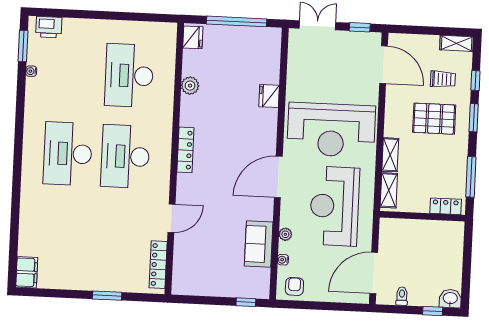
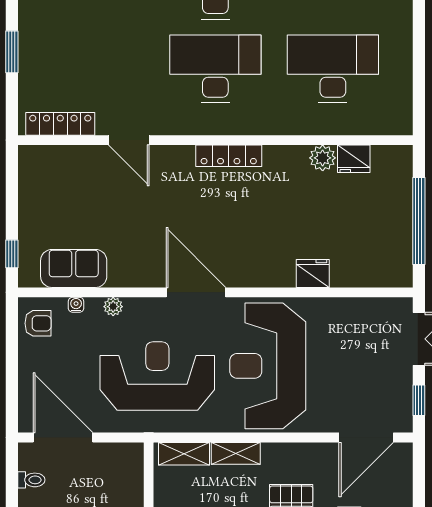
fridge: (193, 37) -> (354, 159), moved
sofa: (259, 244) -> (74, 268), moved

